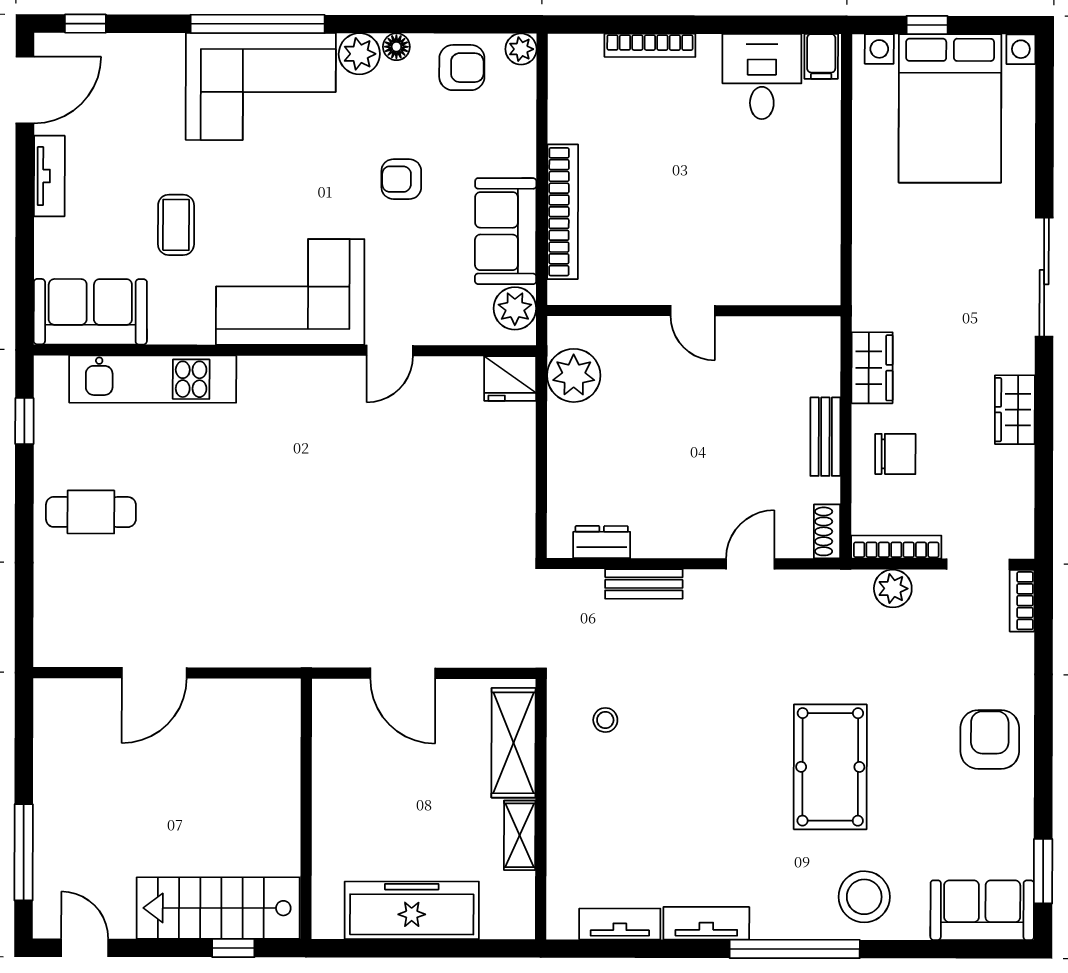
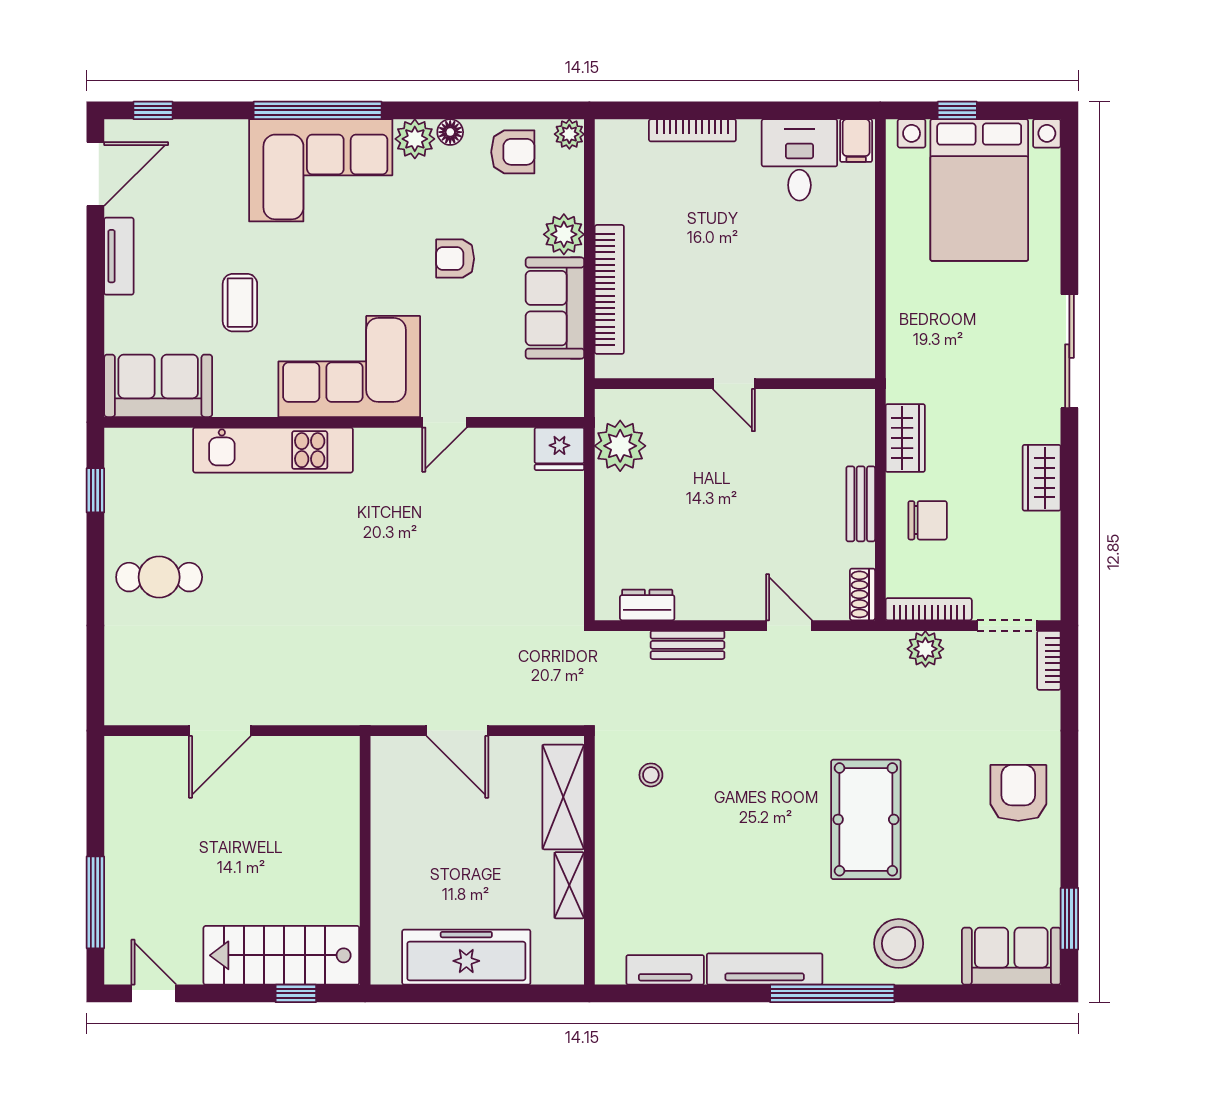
plant: (515, 308) -> (564, 234), moved
kitchen unit: (153, 379) -> (273, 450), moved
door: (750, 564) -> (789, 626), hinge flipped
tv unit: (706, 923) -> (765, 969), width x1.41

